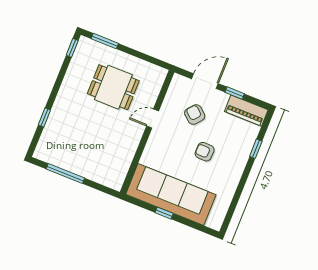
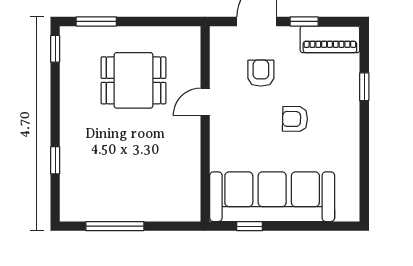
armchair: (195, 114) -> (261, 73), turned 49
window: (164, 213) -> (249, 226), moved

